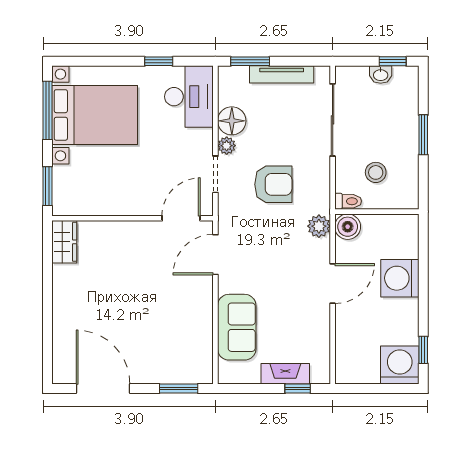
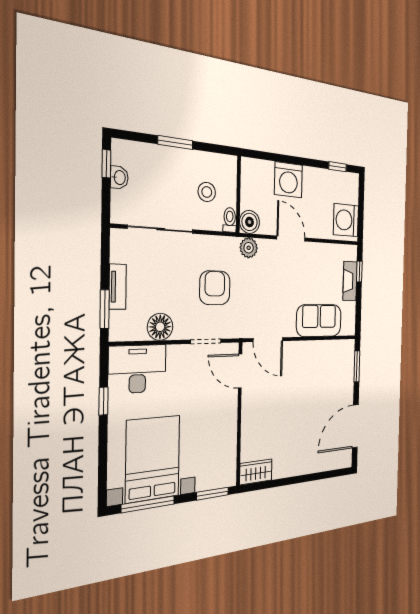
tv unit: (282, 74) -> (118, 287), width x0.71
plant: (227, 146) -> (182, 331), removed
washing machine: (400, 365) -> (346, 220), moved

